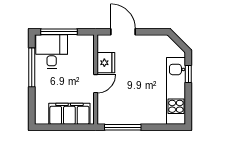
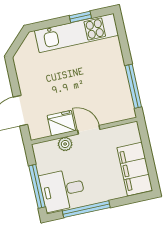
plant: (88, 62) -> (65, 144), added
window: (188, 74) -> (80, 17), moved
filing cabinet: (69, 114) -> (135, 169), moved

